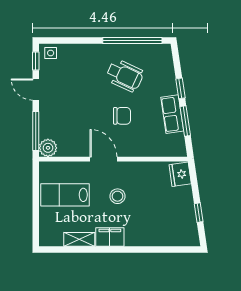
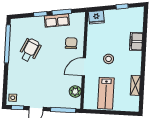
chair: (122, 116) -> (71, 43), moved
plant: (48, 148) -> (75, 92), moved
filing cabinet: (110, 237) -> (136, 41), moved

